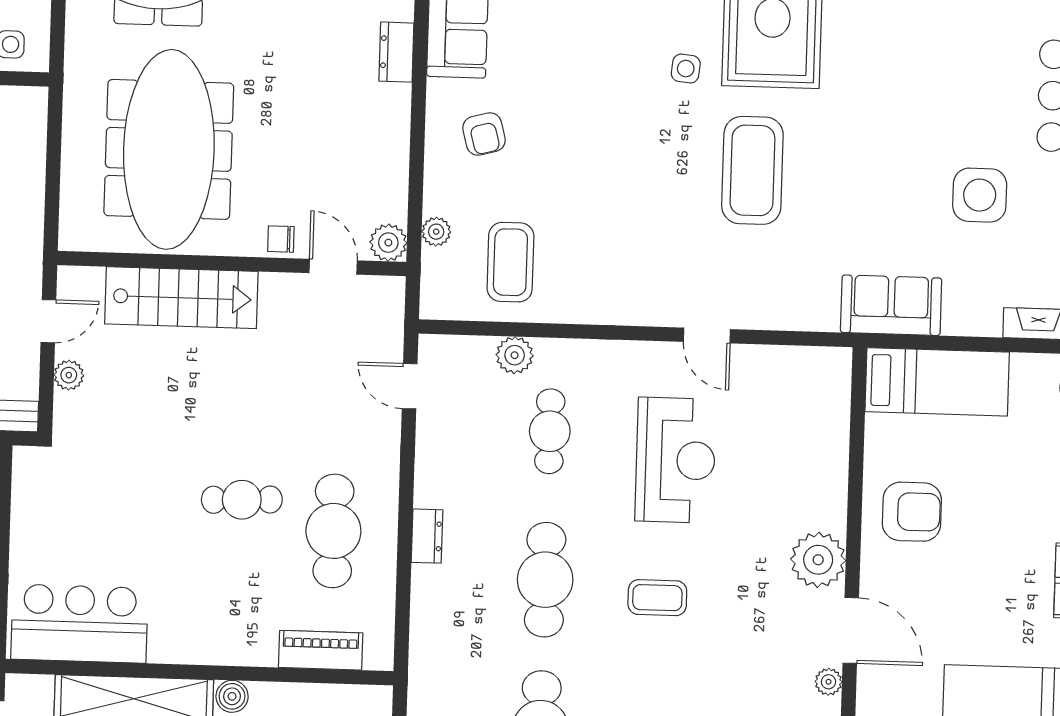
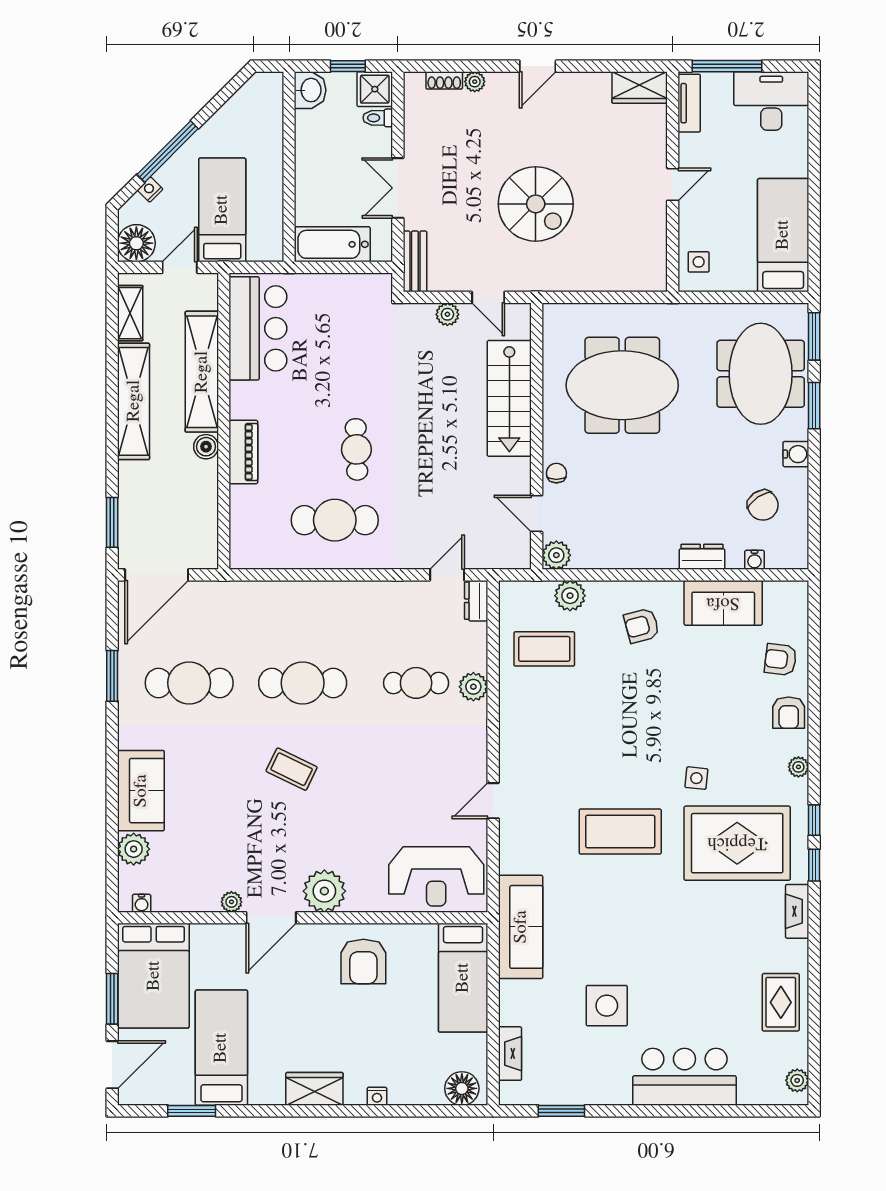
meeting table: (169, 149) -> (622, 385), width x0.73
plant: (436, 232) -> (570, 596), width x1.38, depth x1.38
door: (333, 267) -> (537, 514), swing flipped
sofa: (891, 305) -> (521, 927), width x1.36
plant: (515, 355) -> (473, 687), moved
reception desk: (676, 460) -> (436, 876), moved
dresser: (427, 536) -> (476, 601), moved, turned 90
coffee table: (657, 598) -> (292, 769), turned -64
piano: (321, 650) -> (243, 452), moved

